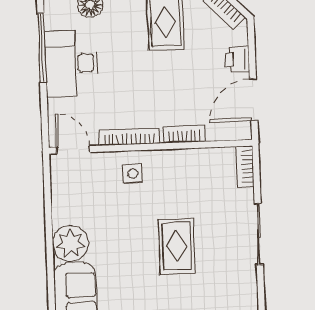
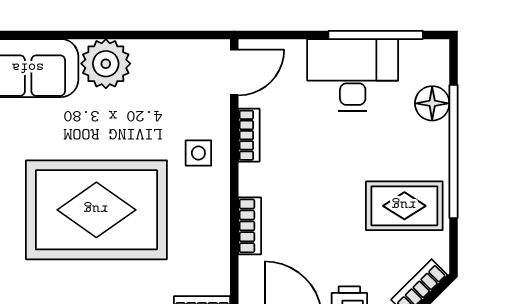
bookcase: (129, 137) -> (249, 135), width x0.64
rug: (177, 246) -> (96, 210), width x1.86, depth x2.06

